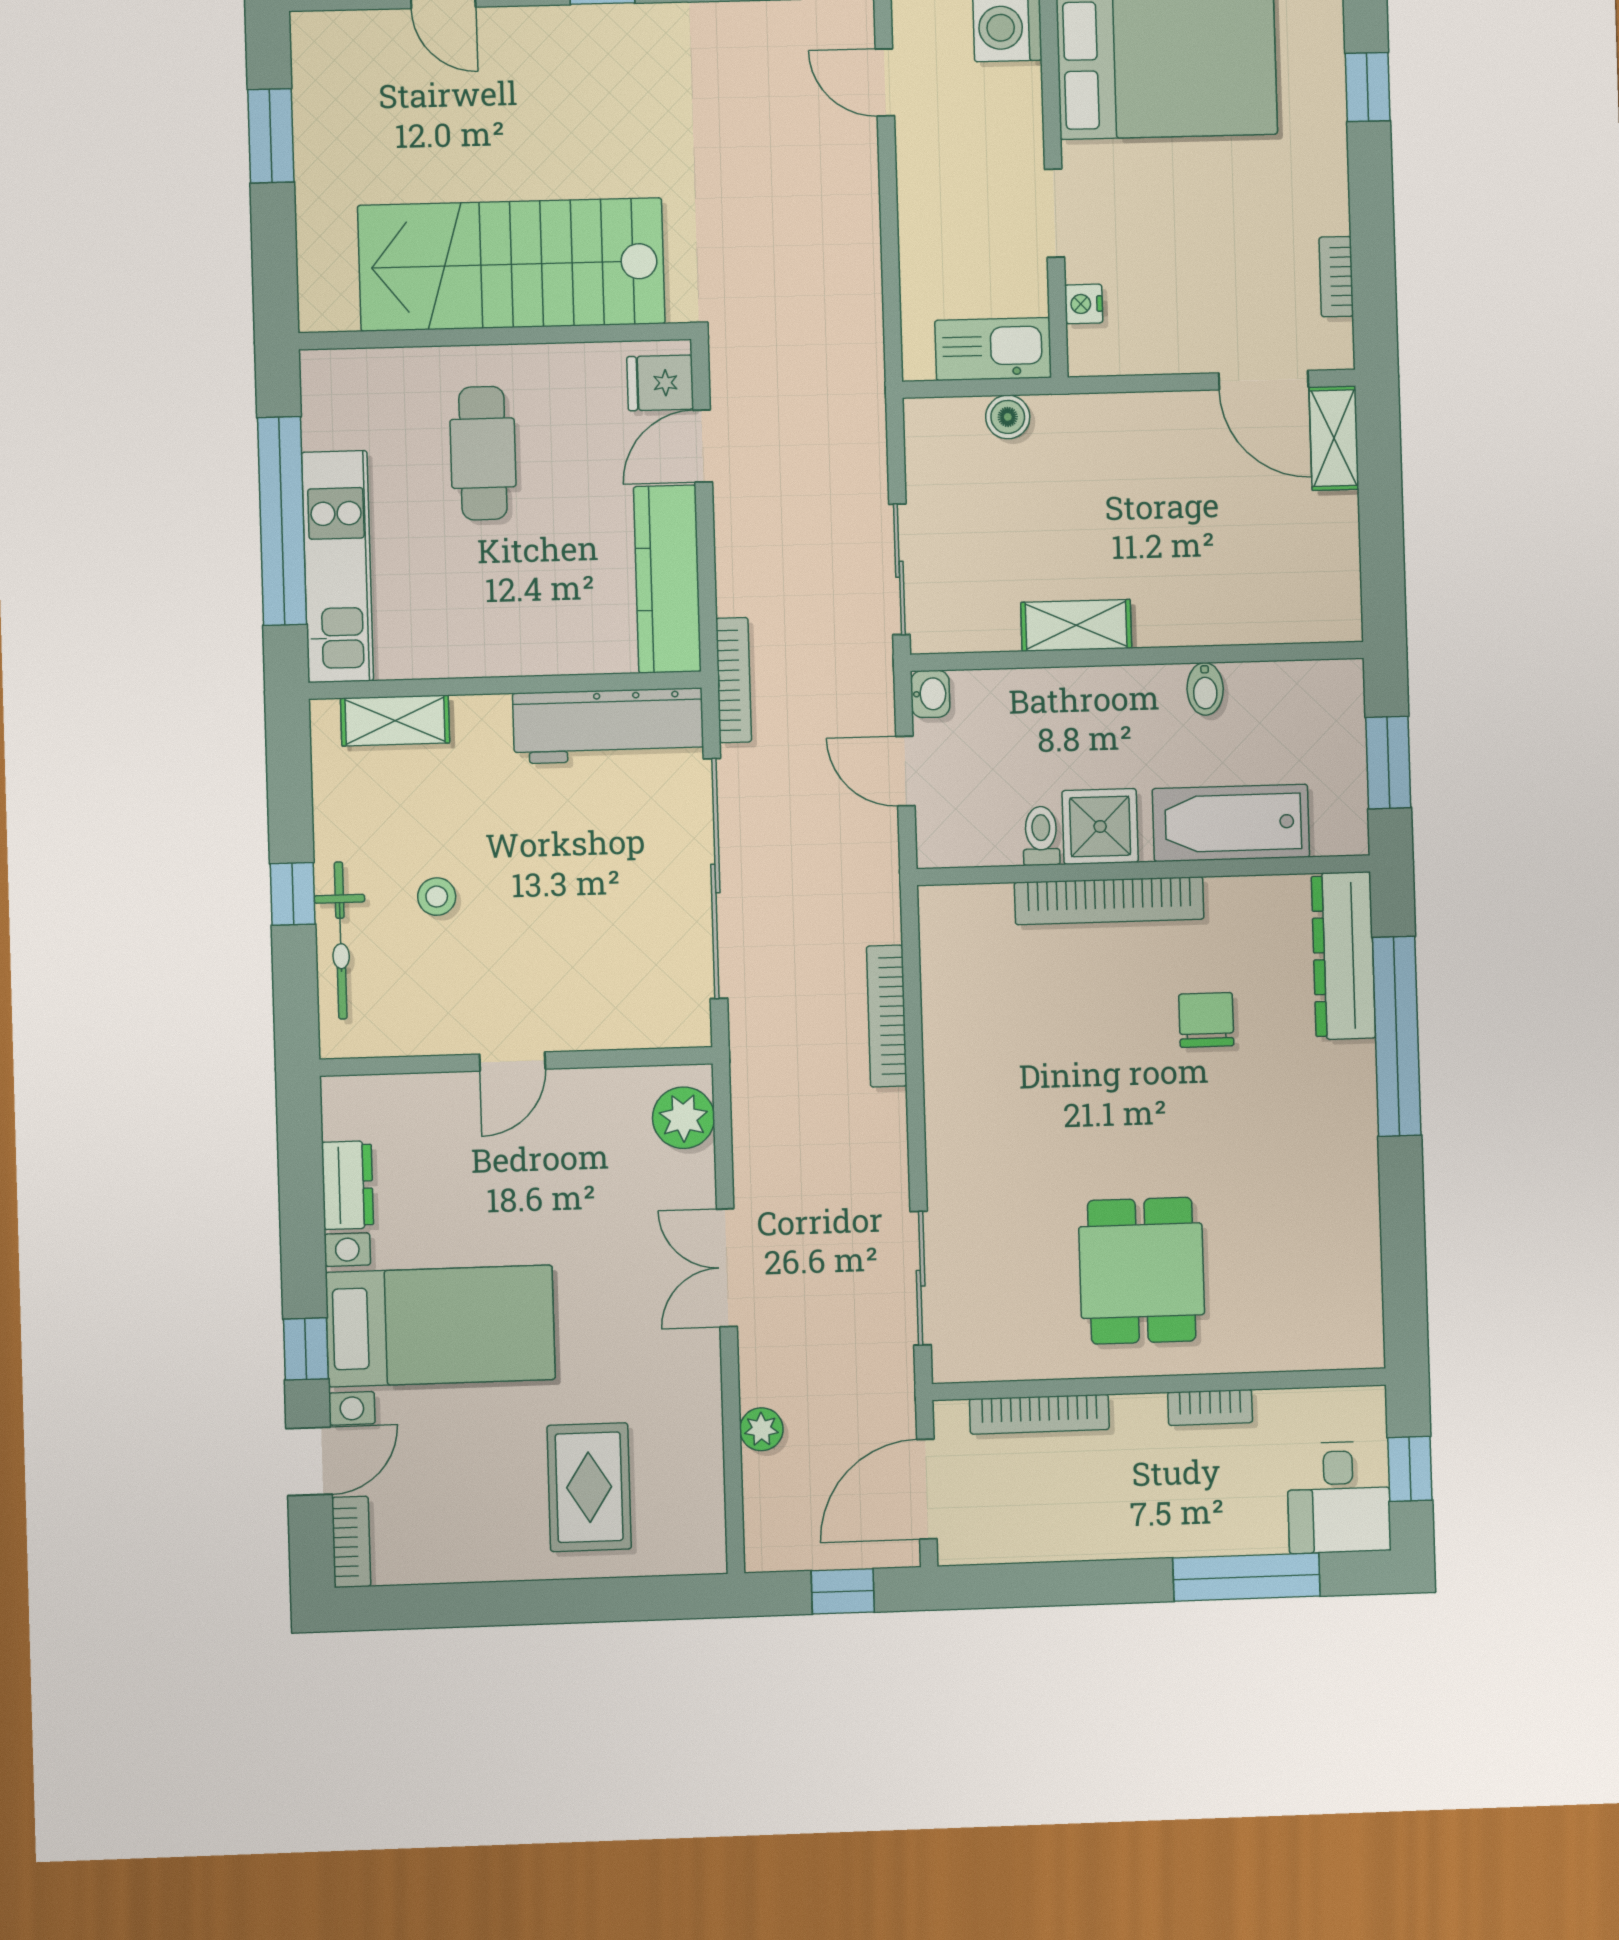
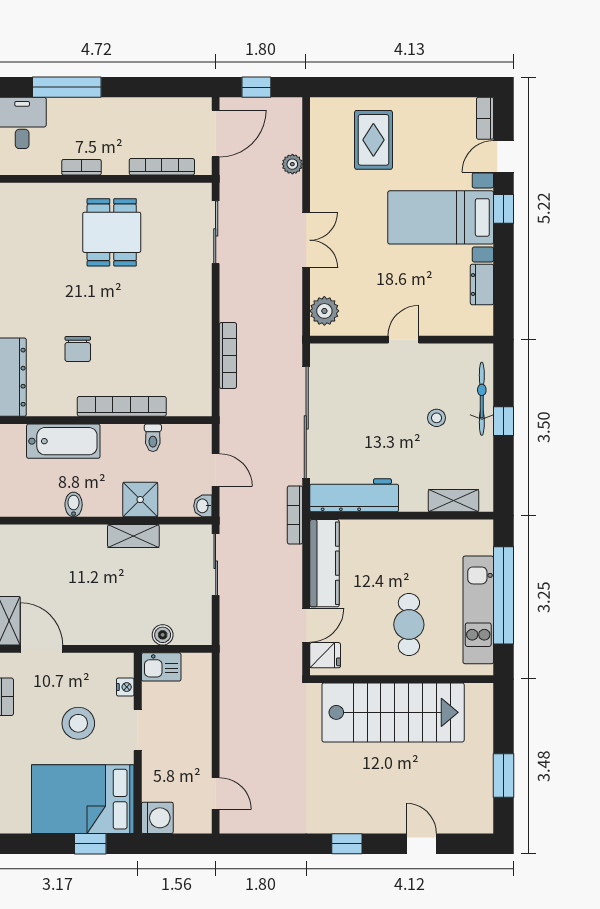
stool: (1181, 224) -> (78, 723), added
kitchen sink: (993, 349) -> (161, 667), width x0.73
kitchen unit: (338, 566) -> (478, 610), moved
shower: (1100, 826) -> (140, 500), moved

